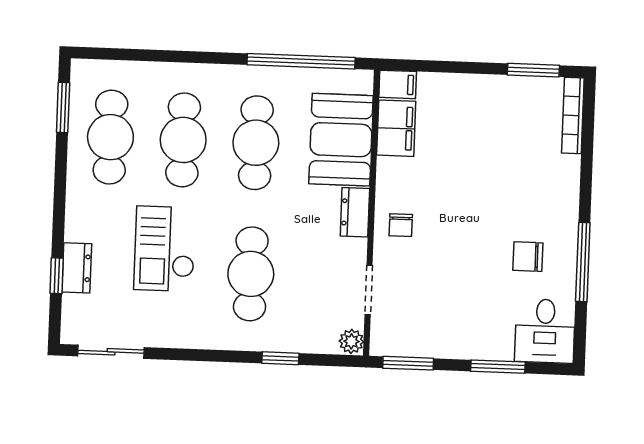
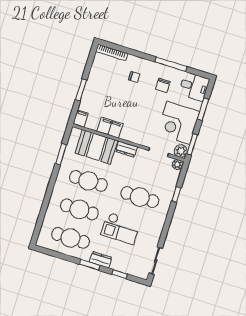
window: (301, 61) -> (61, 154), width x0.47
window: (533, 70) -> (81, 90), moved
window: (63, 107) -> (90, 265), moved
filing cabinet: (396, 128) -> (110, 128), moved
chair: (401, 225) -> (134, 77), moved
dresser: (77, 268) -> (101, 260), moved
corner desk: (450, 317) -> (178, 123), added
plant: (385, 341) -> (181, 151), added

